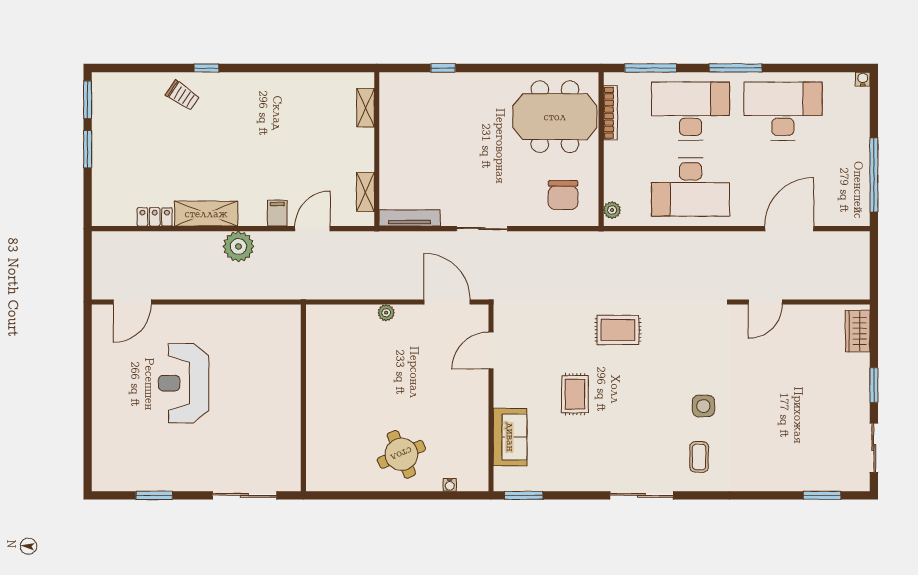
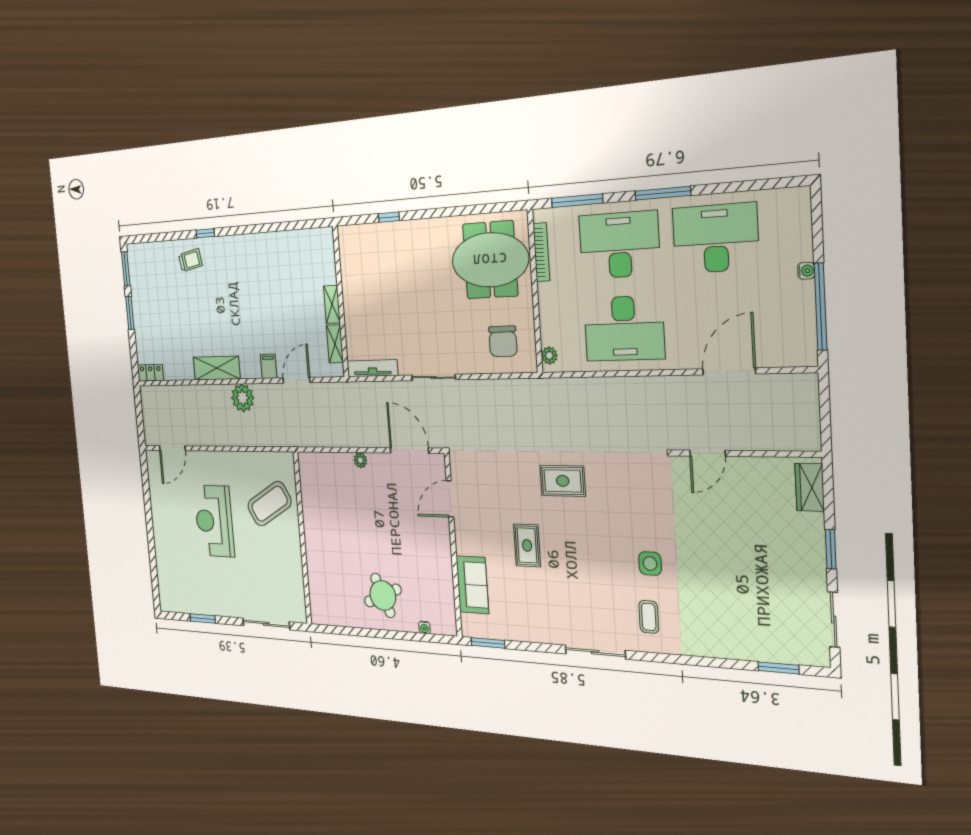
water cooler: (863, 79) -> (806, 271), moved, turned 90
trolley: (183, 95) -> (190, 260), turned -45
shelving: (366, 108) -> (332, 304), moved
locker: (155, 217) -> (150, 373), moved
coffee table: (263, 362) -> (270, 504), added

